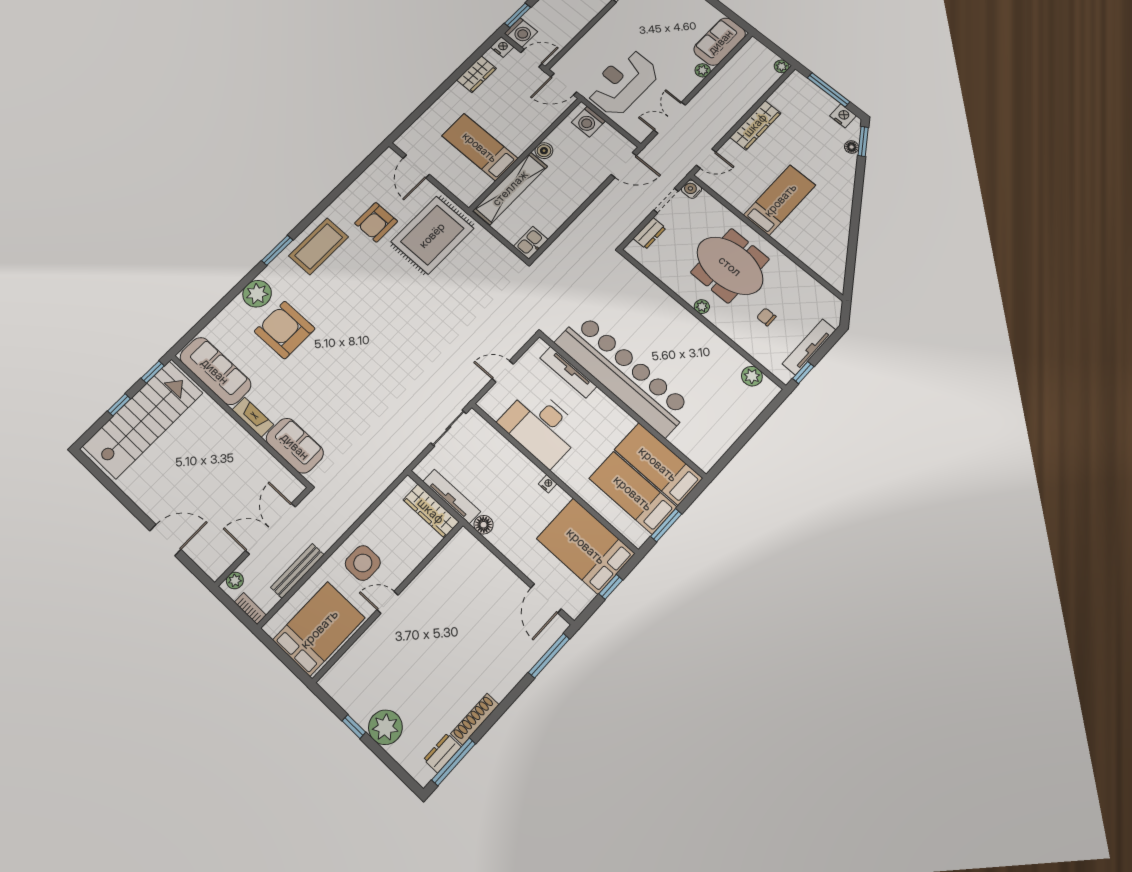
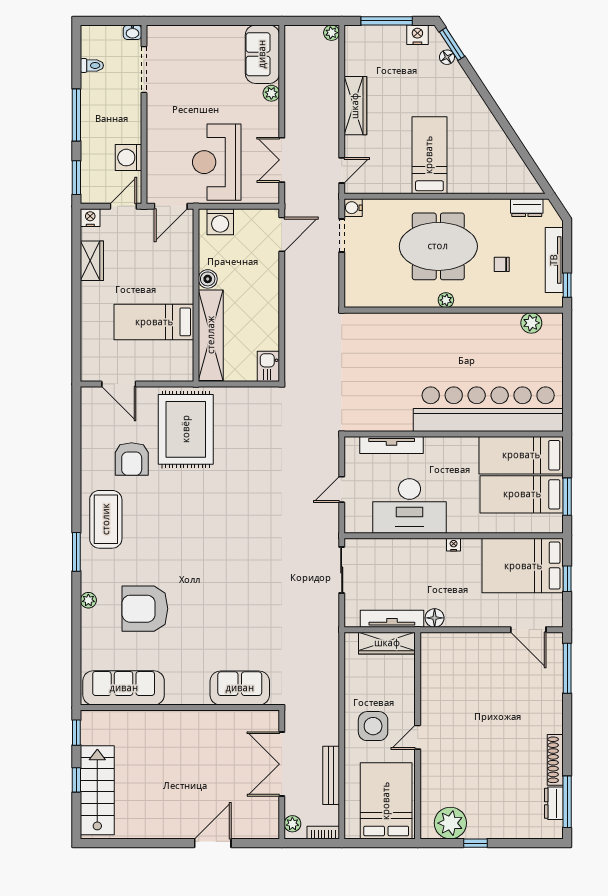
washing machine: (521, 33) -> (128, 158), moved, turned 180
dresser: (650, 233) -> (527, 208), moved, turned 90
plant: (257, 294) -> (88, 600), width x0.53, depth x0.53
bar counter: (623, 375) -> (488, 409), moved
fireplace: (253, 417) -> (187, 696), removed
stairs: (143, 420) -> (97, 790), width x0.73, depth x0.66
plant: (385, 727) -> (450, 823), moved

